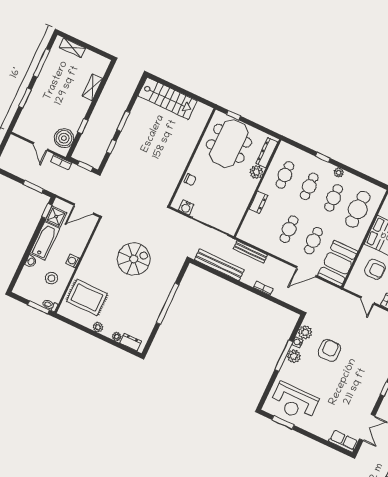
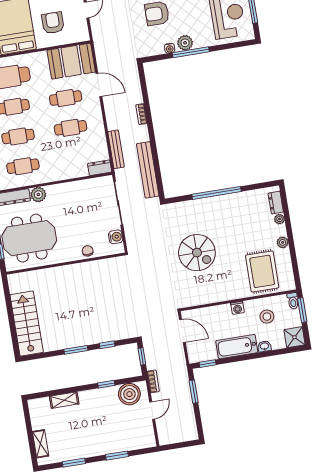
window: (42, 63) -> (74, 463), width x0.69
dresser: (258, 202) -> (100, 168), moved
shower: (56, 217) -> (294, 337), moved
spiral stairs: (134, 259) -> (197, 253), turned 180
plant: (305, 332) -> (156, 47), removed

